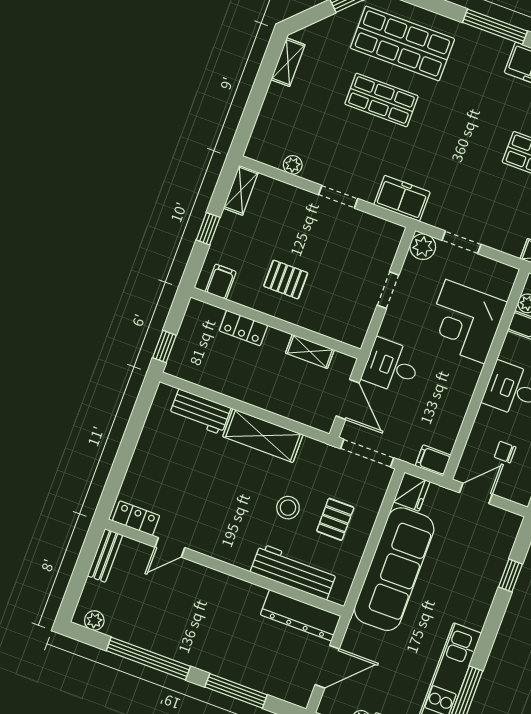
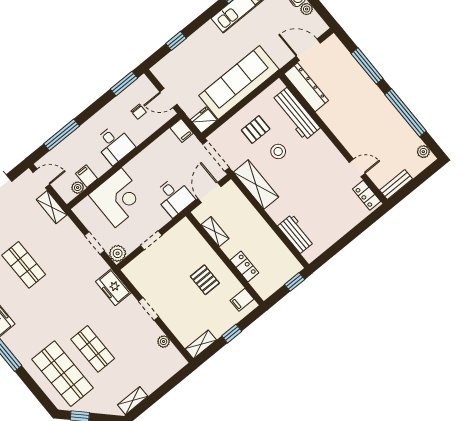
shelving: (263, 436) -> (256, 185), moved

